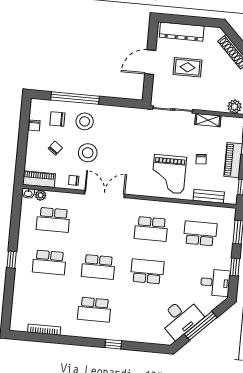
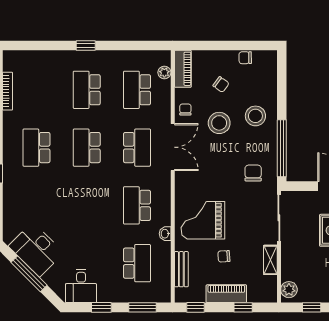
window: (75, 98) -> (282, 148), moved
chair: (57, 119) -> (253, 173), moved
washbasin: (28, 193) -> (165, 234), moved
school desk: (147, 271) -> (137, 148), moved

